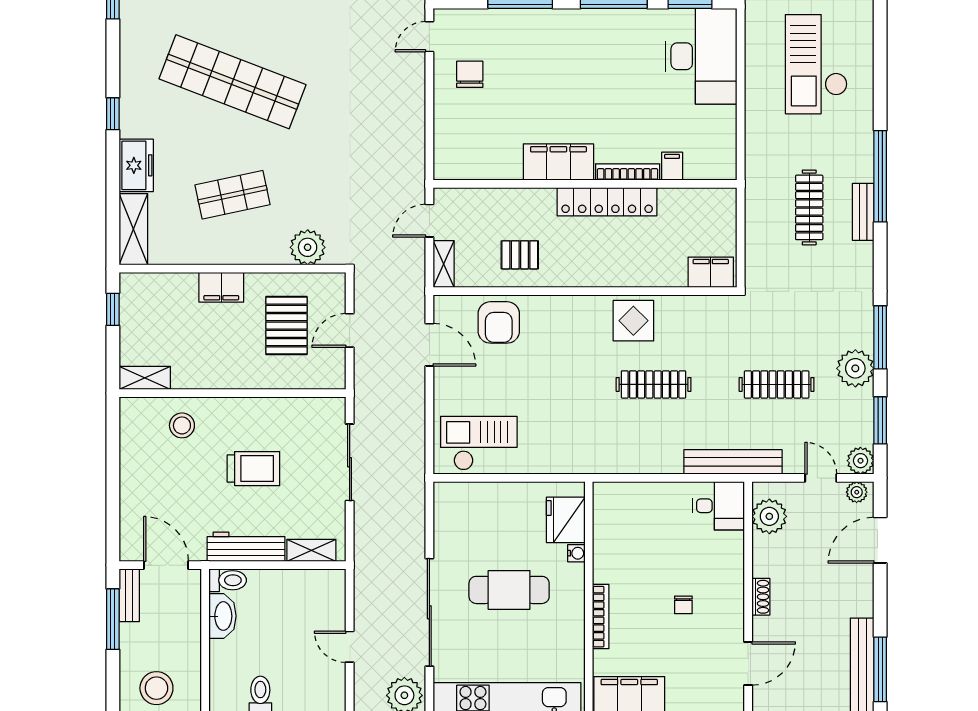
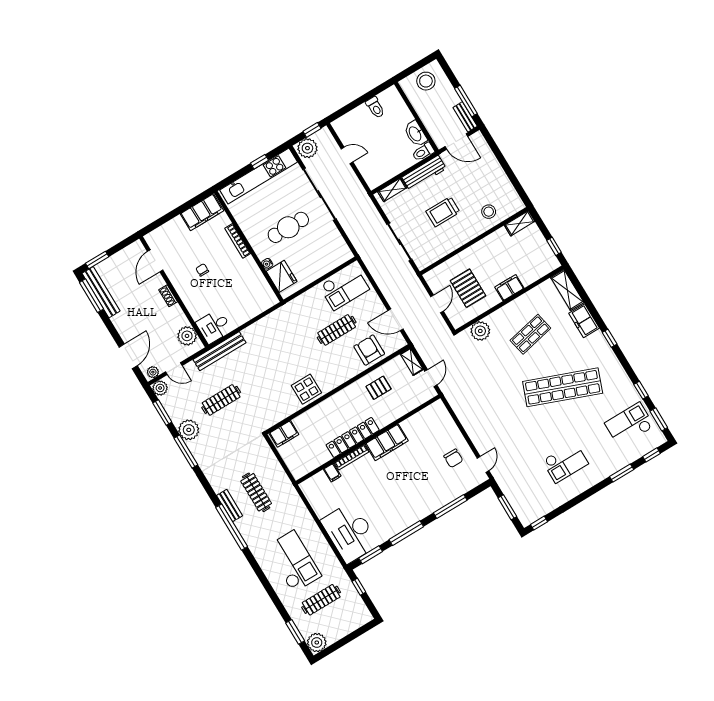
clothes rail: (654, 384) -> (337, 330), moved

